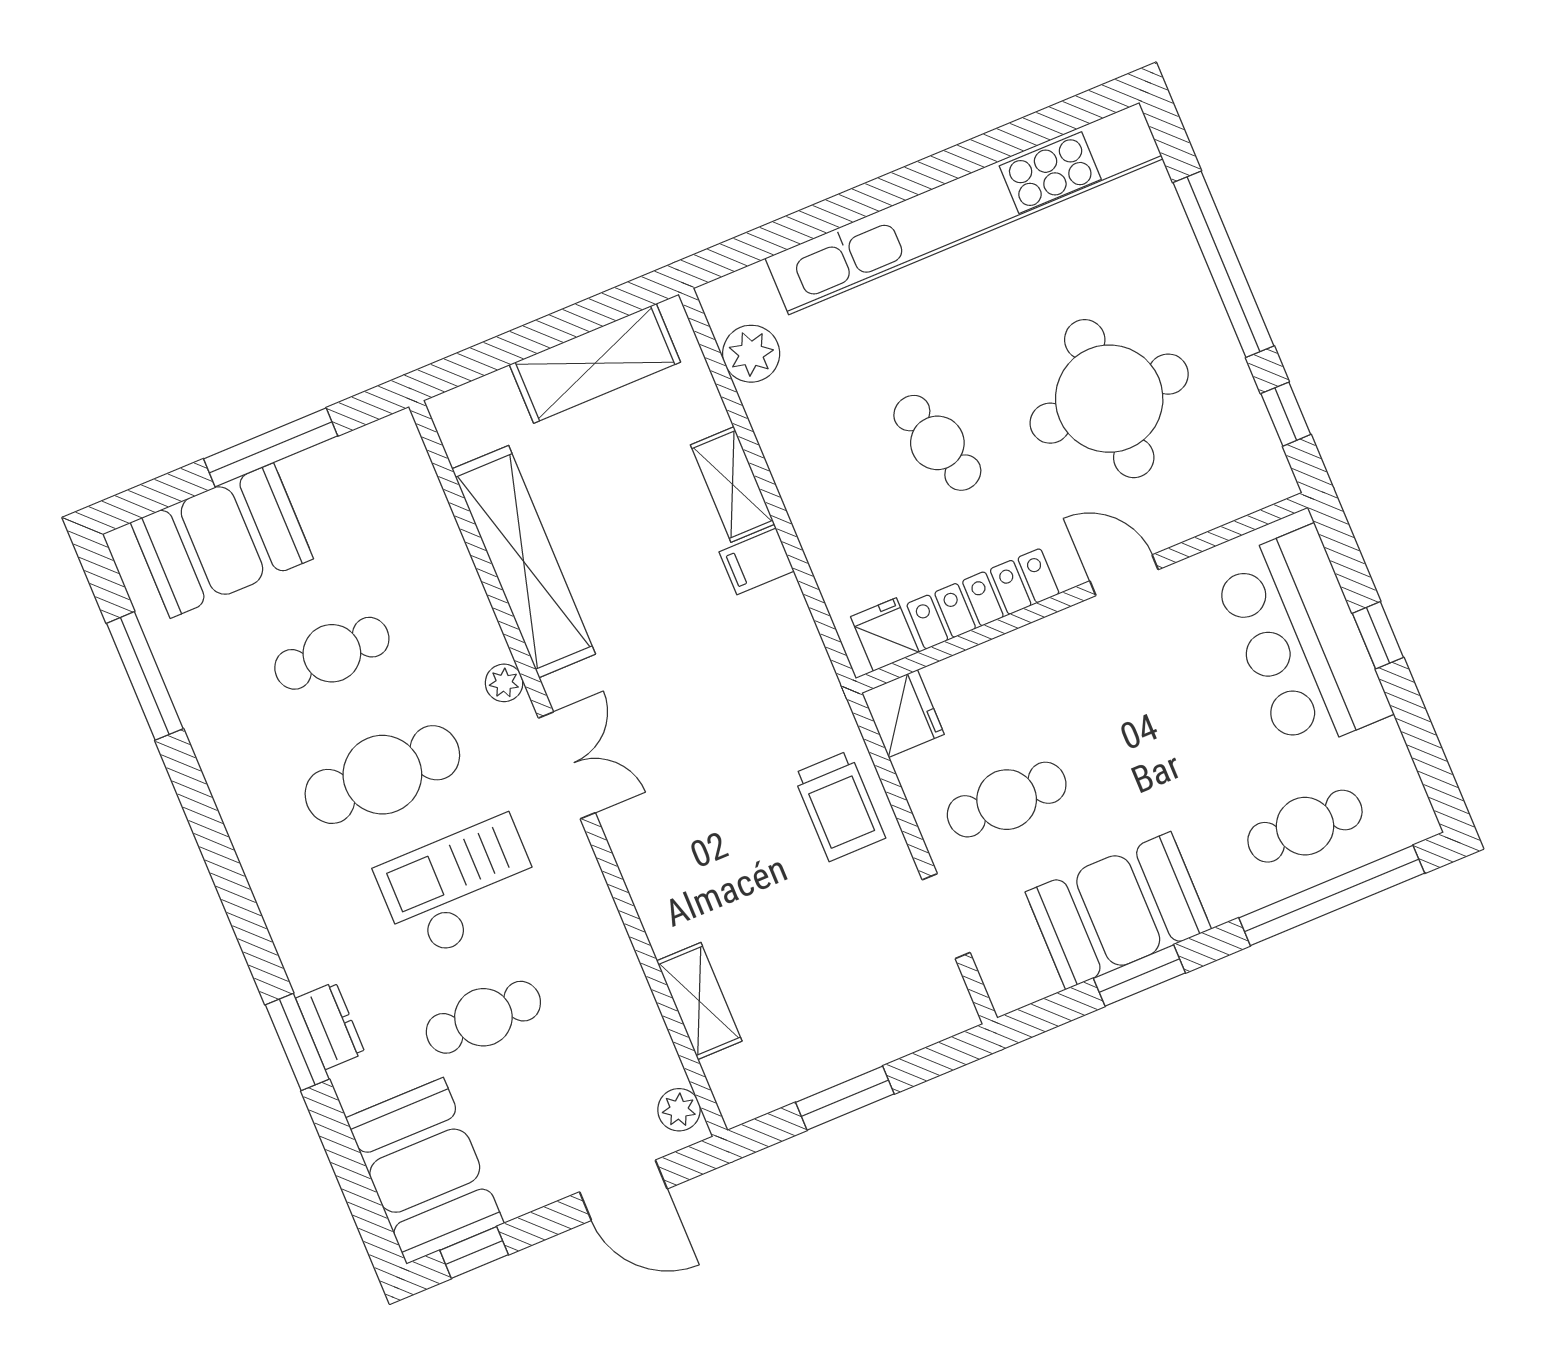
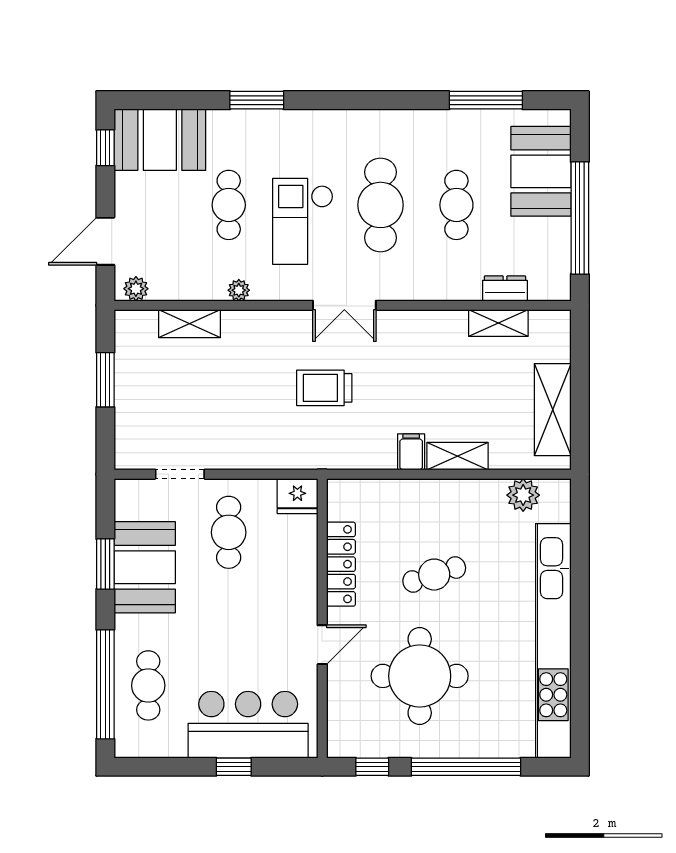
window: (271, 447) -> (580, 218), width x1.46
shelving: (524, 562) -> (498, 323), width x0.45, depth x0.75
fridge: (885, 634) -> (344, 504), removed
plant: (504, 683) -> (239, 290), moved
trolley: (839, 806) -> (324, 388), moved
checkout: (460, 888) -> (303, 221), turned 180
dresser: (330, 1026) -> (505, 288), moved, turned 180

